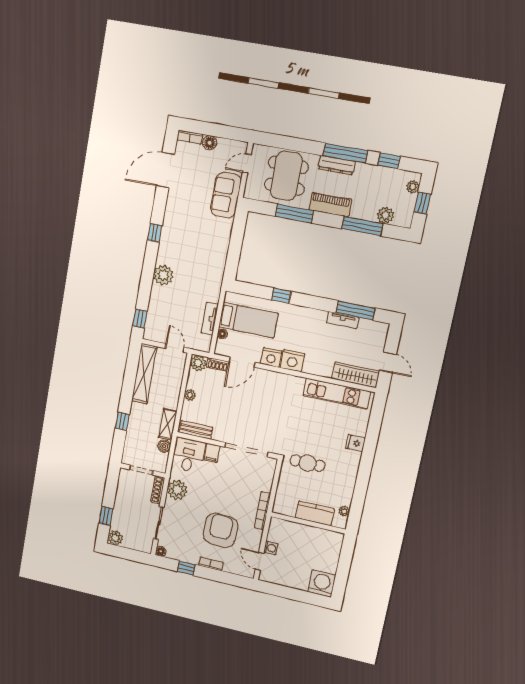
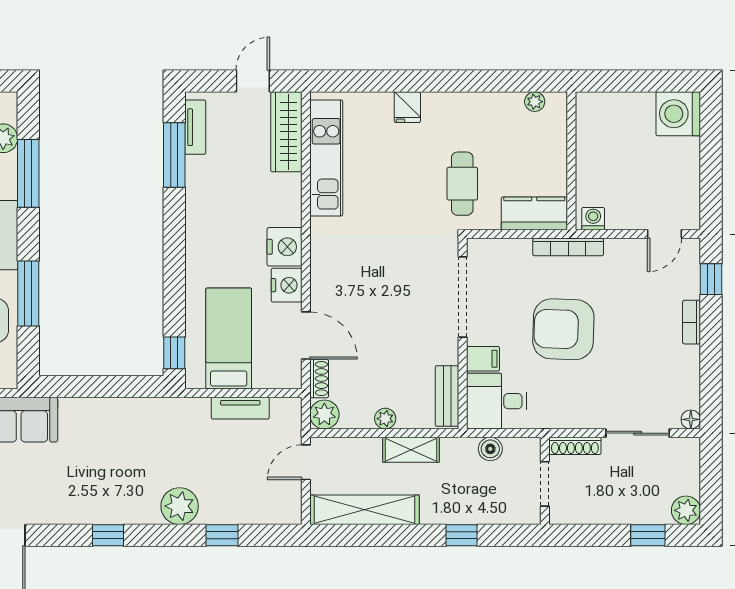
window: (281, 296) -> (174, 353), moved
window: (140, 318) -> (222, 535), moved
tv unit: (343, 320) -> (195, 127), moved
floor lamp: (222, 334) -> (263, 380), removed
shelving: (168, 424) -> (411, 450), moved
plant: (177, 490) -> (567, 410), removed
kitchen counter: (315, 513) -> (534, 213), moved, turned 90
armchair: (220, 530) -> (563, 329), moved
washing machine: (271, 548) -> (593, 219), moved
window: (186, 568) -> (711, 279), moved

